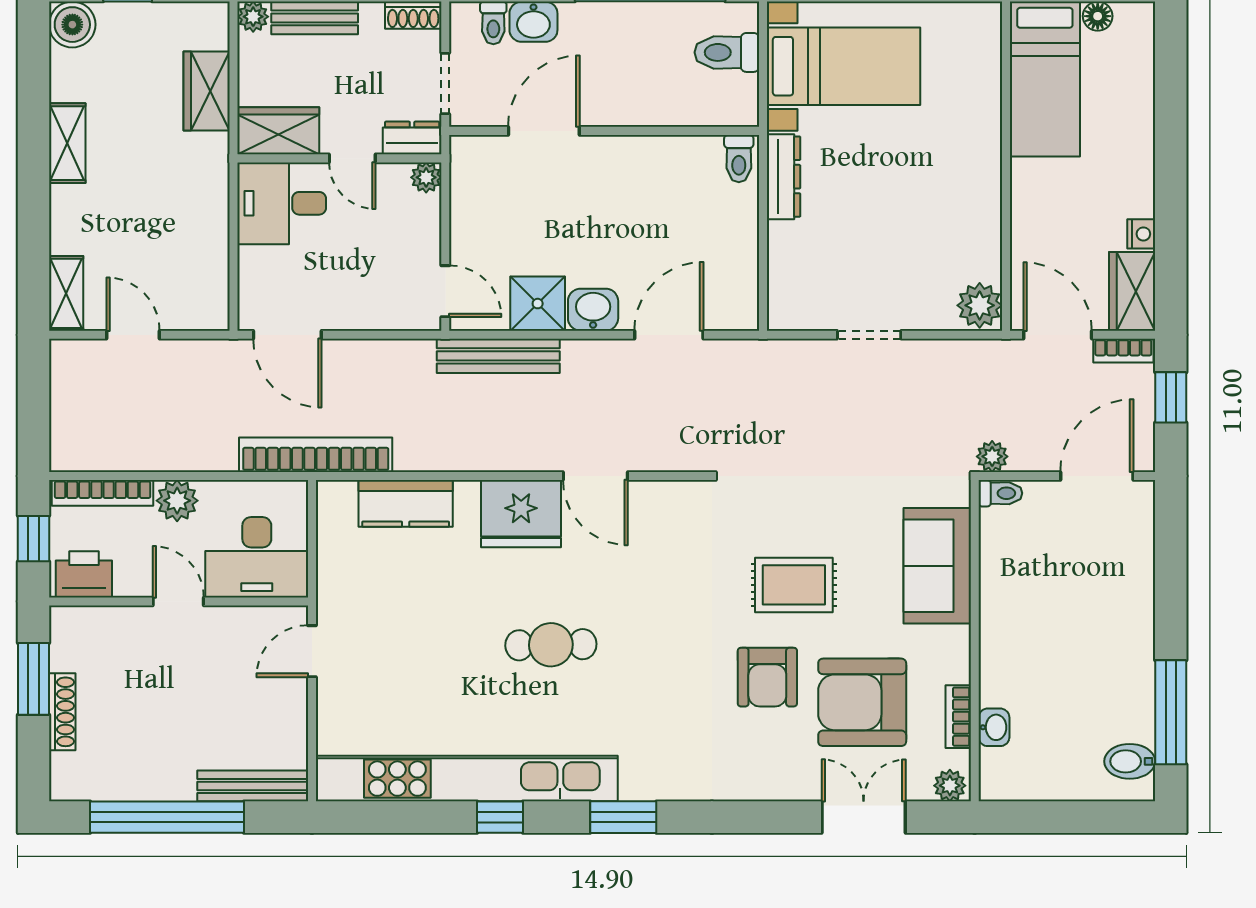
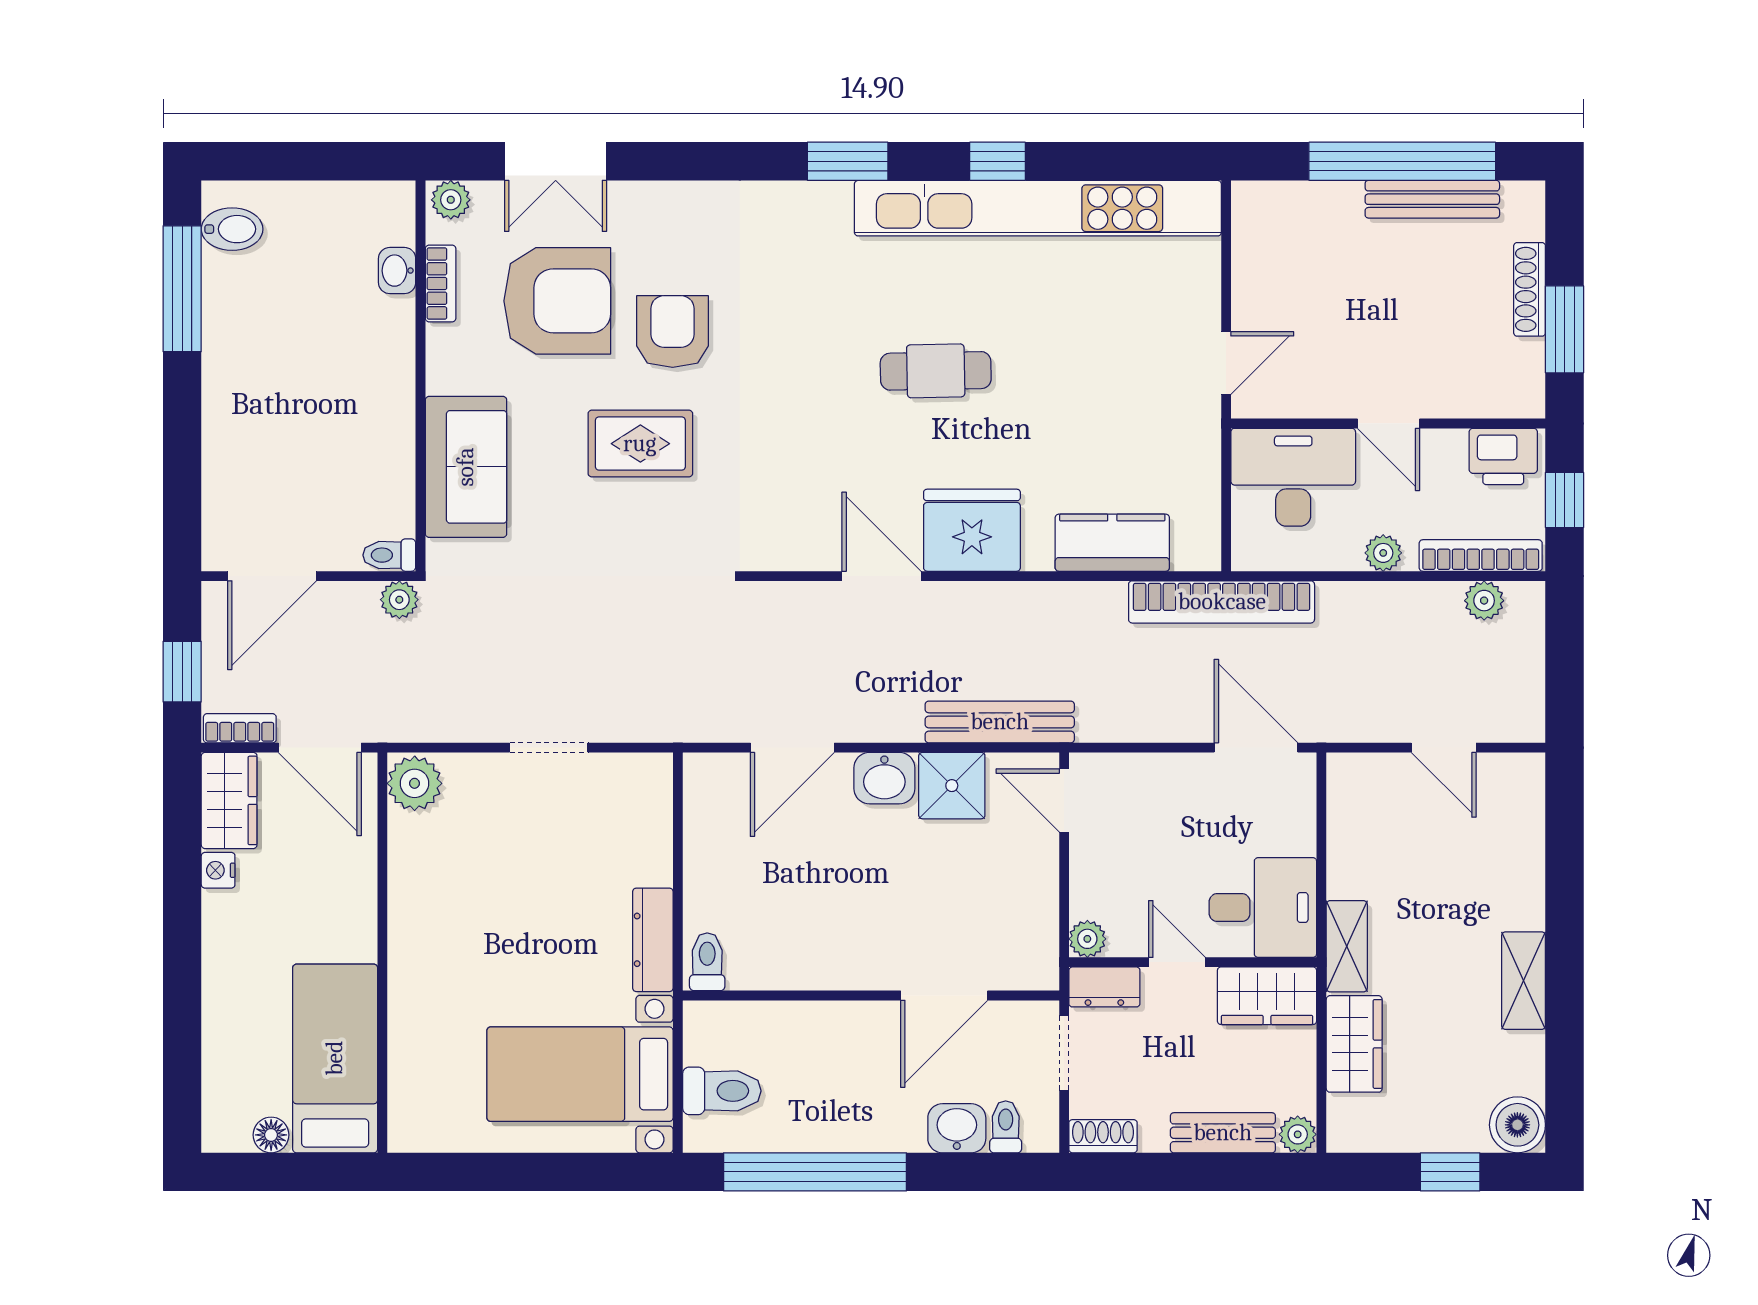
shelving: (66, 293) -> (1347, 946), moved
plant: (100, 456) -> (1484, 601), added
plant: (177, 501) -> (1383, 553), width x0.73, depth x0.73
bench: (253, 786) -> (1432, 199), moved

